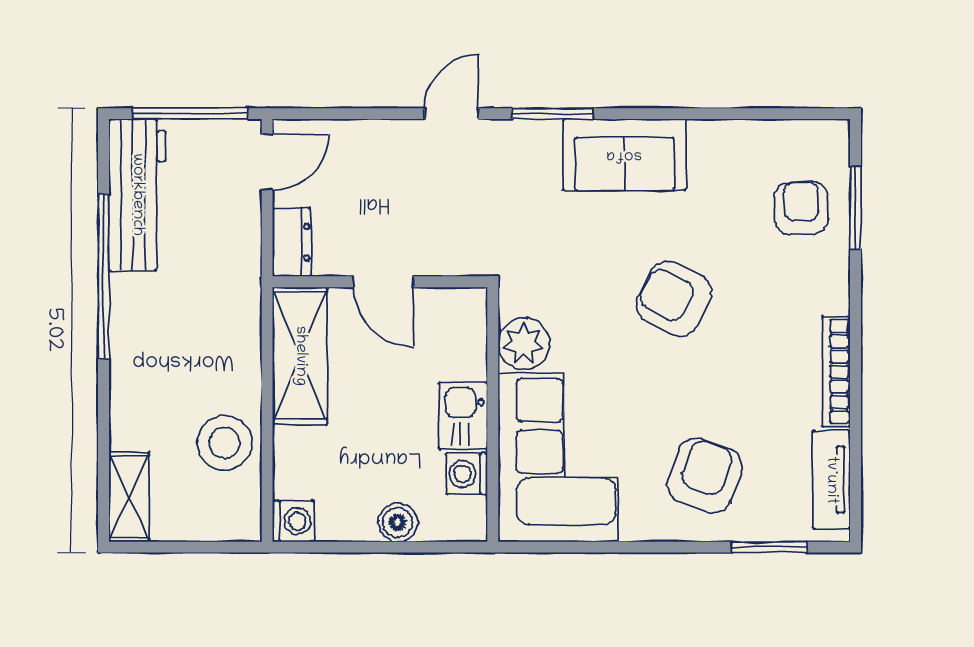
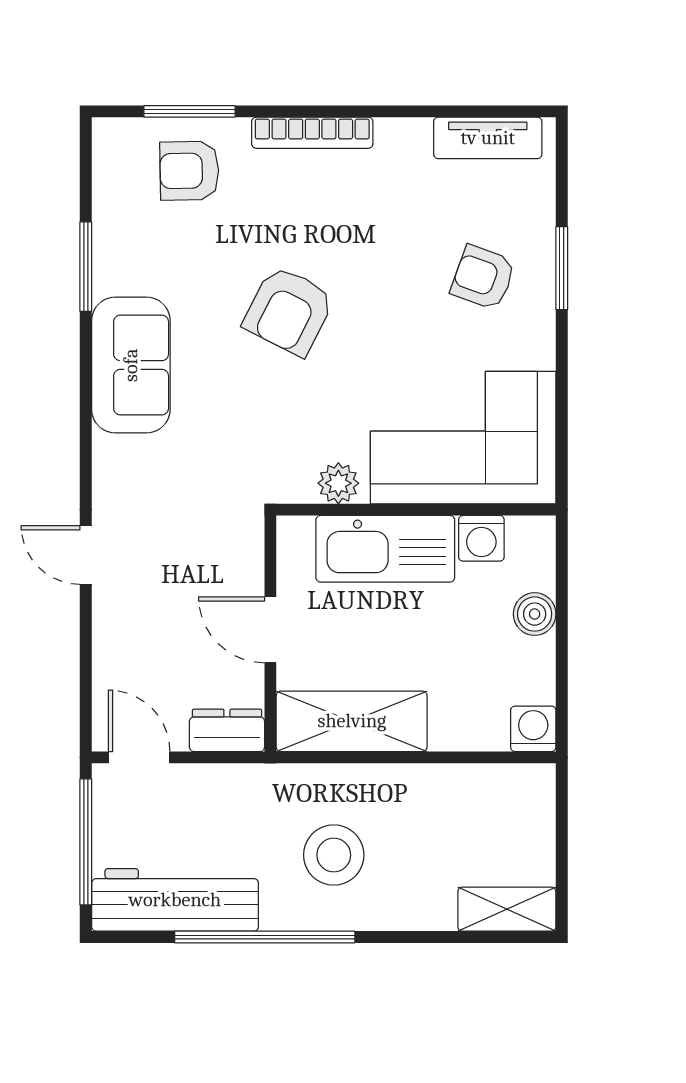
window: (552, 114) -> (86, 267), moved
door: (383, 282) -> (270, 630), swing flipped
plant: (524, 344) -> (338, 483), width x0.73, depth x0.73
bookcase: (836, 372) -> (312, 133), moved
kitchen sink: (463, 416) -> (385, 549), width x1.87, depth x1.24
stool: (225, 443) -> (334, 855), moved
armchair: (704, 475) -> (483, 277), width x0.72, depth x0.72
window: (769, 547) -> (562, 268), moved

